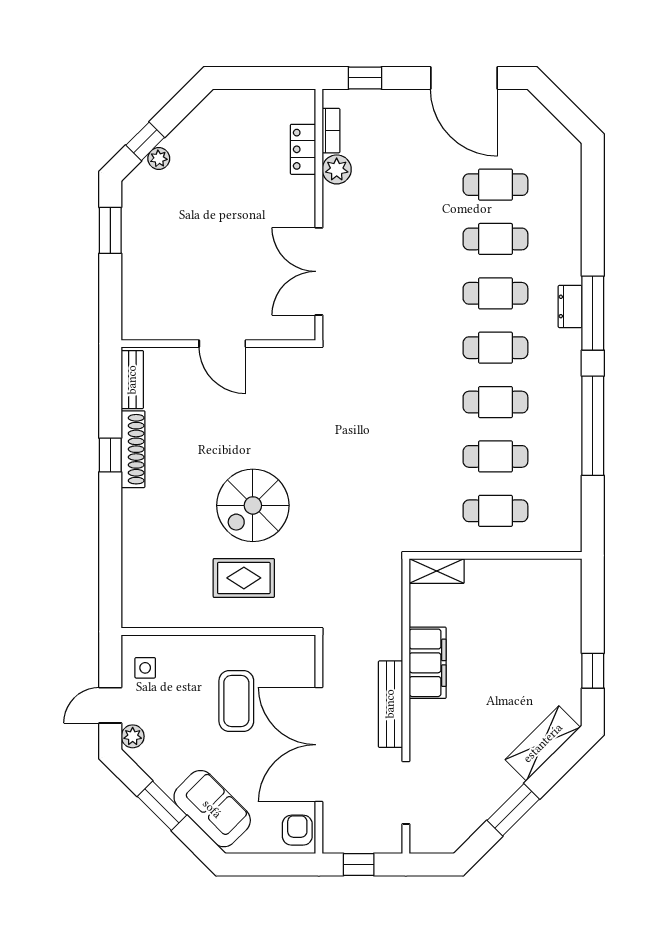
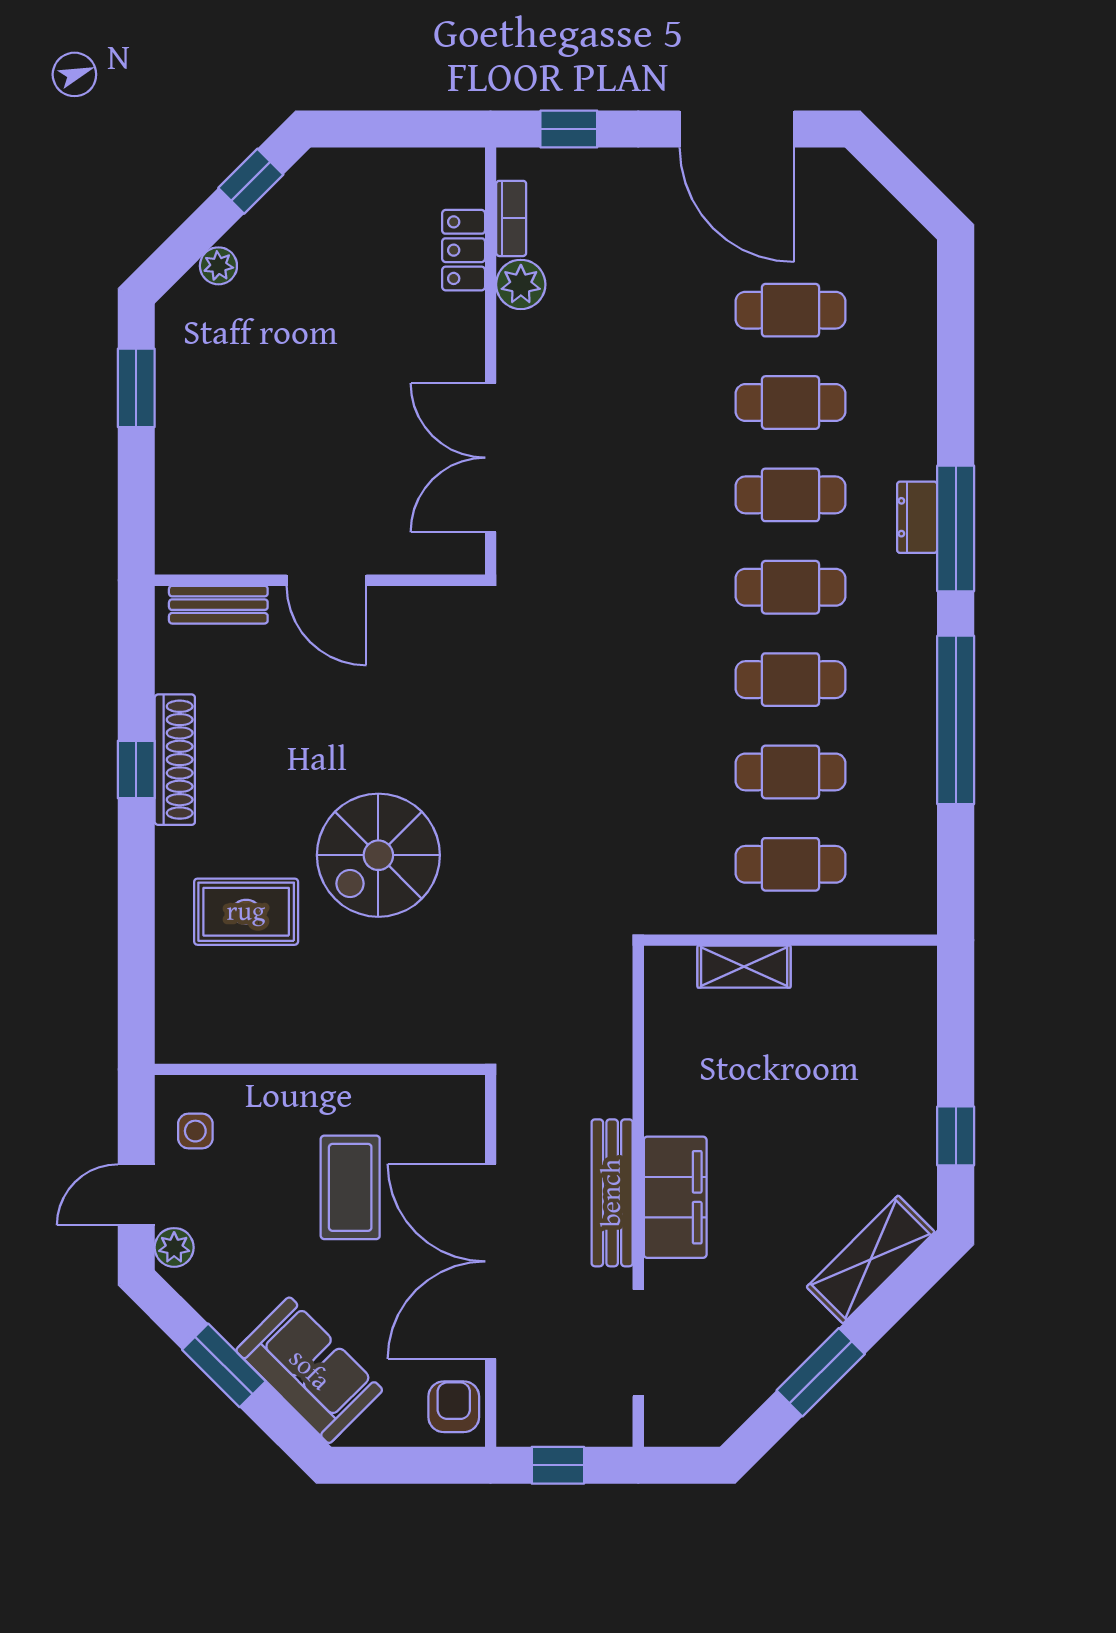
window: (145, 141) -> (251, 181), moved
bench: (132, 380) -> (218, 605), moved, turned 90
shelving: (437, 571) -> (744, 967), moved
rug: (244, 578) -> (246, 912), moved
filing cabinet: (428, 663) -> (675, 1197), moved

